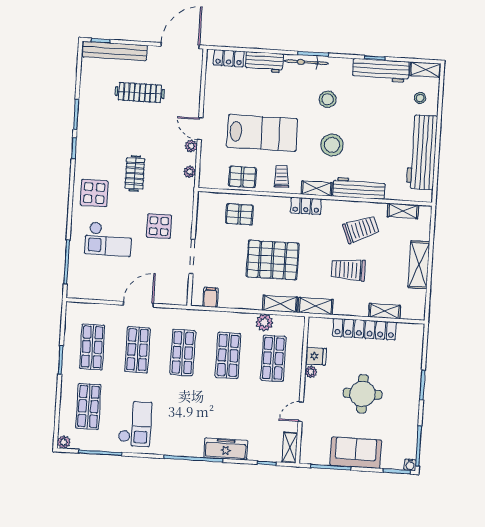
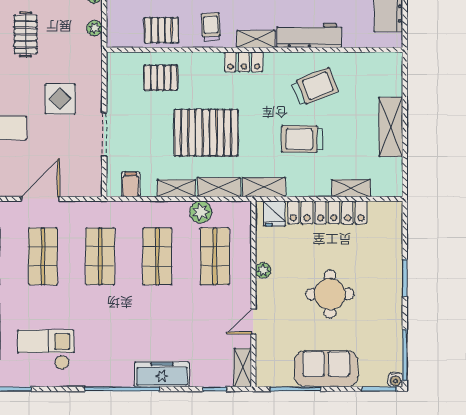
shelving: (403, 211) -> (176, 188), moved
fridge: (316, 356) -> (274, 214), moved, turned 90
checkout: (135, 424) -> (46, 350), turned -90

